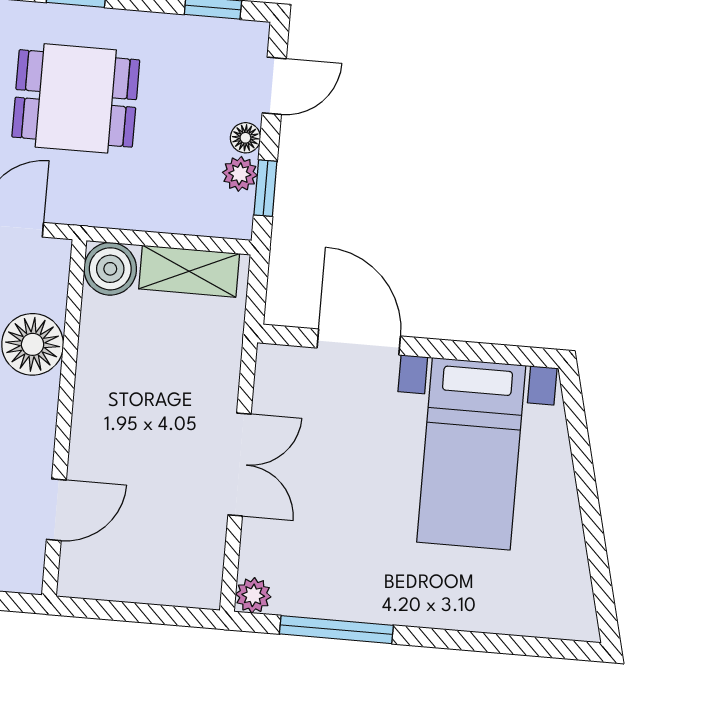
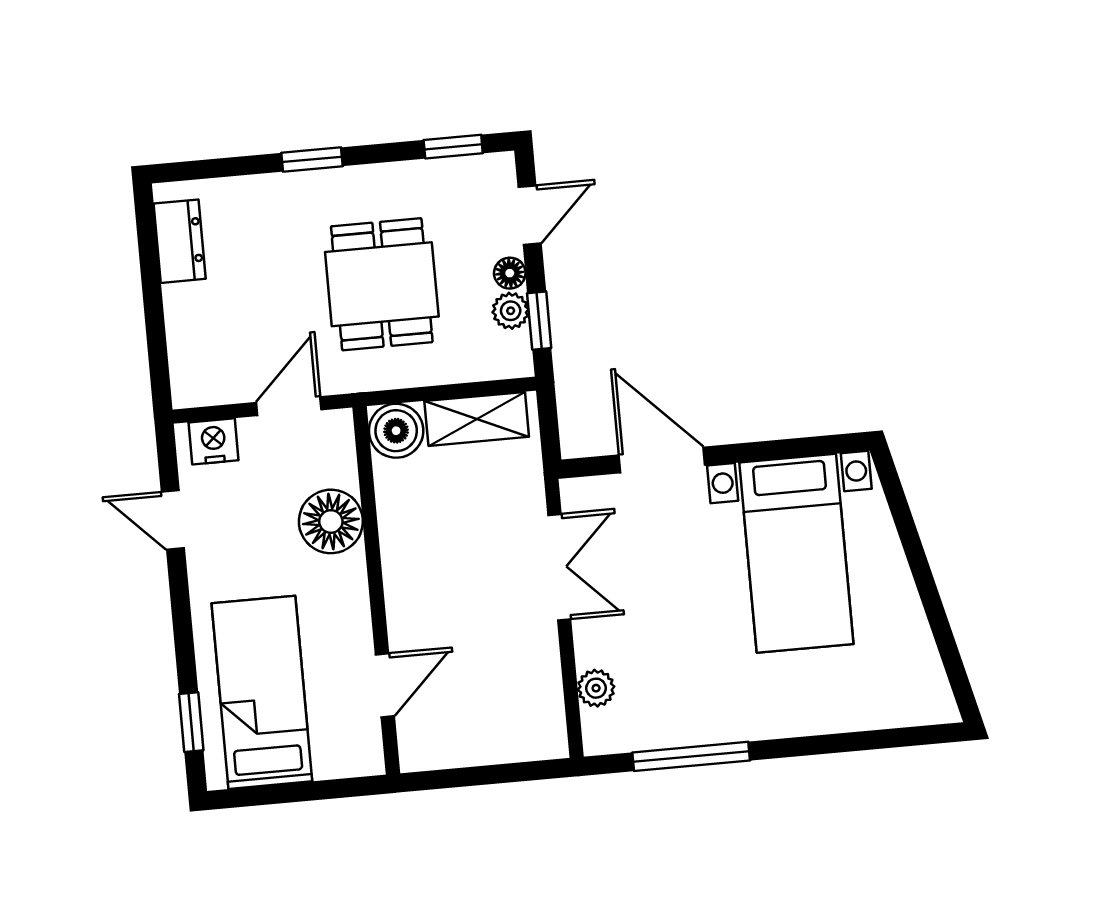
dining table: (76, 98) -> (382, 284), moved, turned 90
double door: (239, 465) -> (559, 567), moved
plant: (253, 595) -> (596, 688), moved

